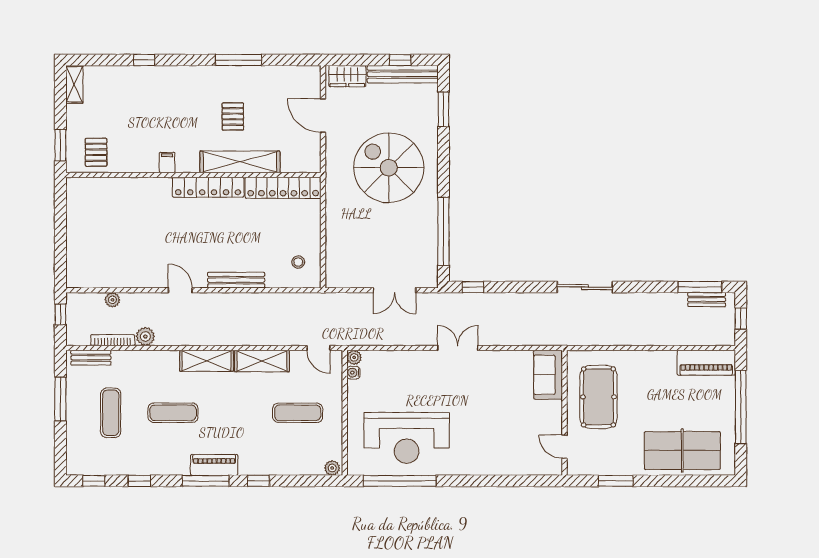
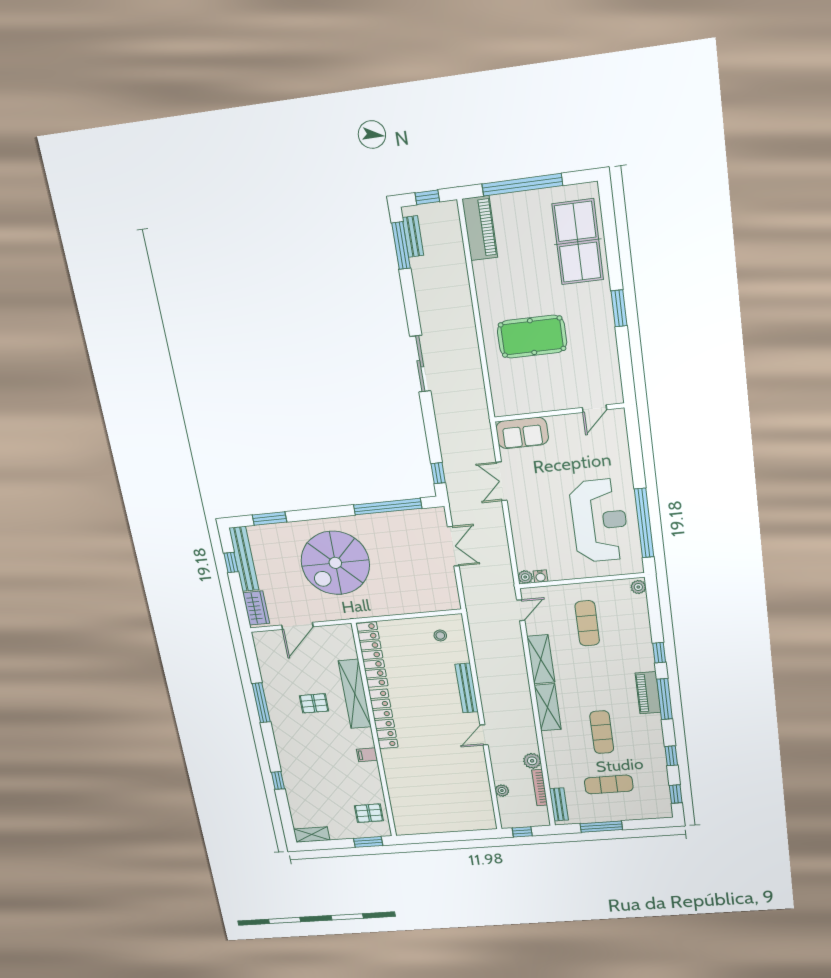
sofa: (548, 375) -> (522, 433), moved
wall: (564, 413) -> (559, 412), moved
door: (564, 447) -> (595, 409), moved

